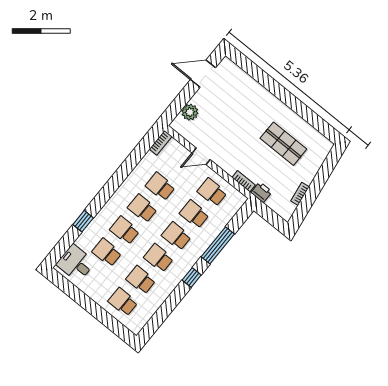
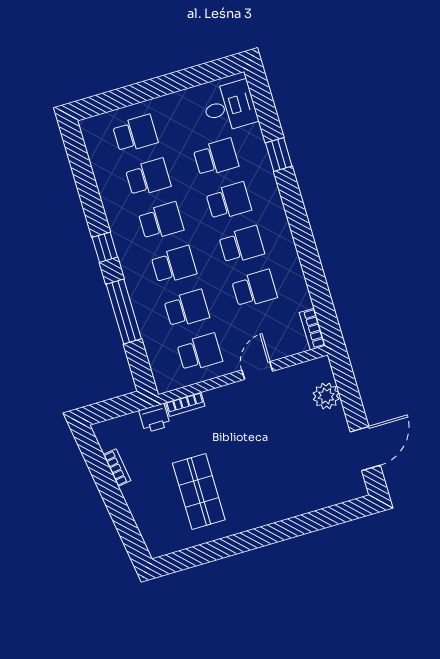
shop shelf: (283, 144) -> (199, 491), turned 90

